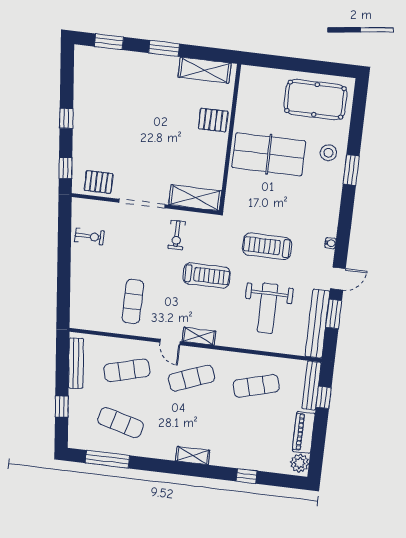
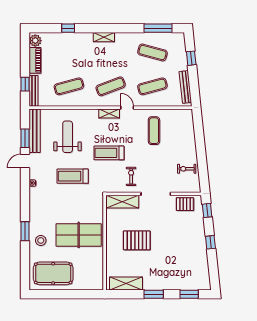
pallet: (213, 120) -> (137, 240), moved, width x1.50, depth x1.42
treadmill: (267, 246) -> (73, 176), turned 180

